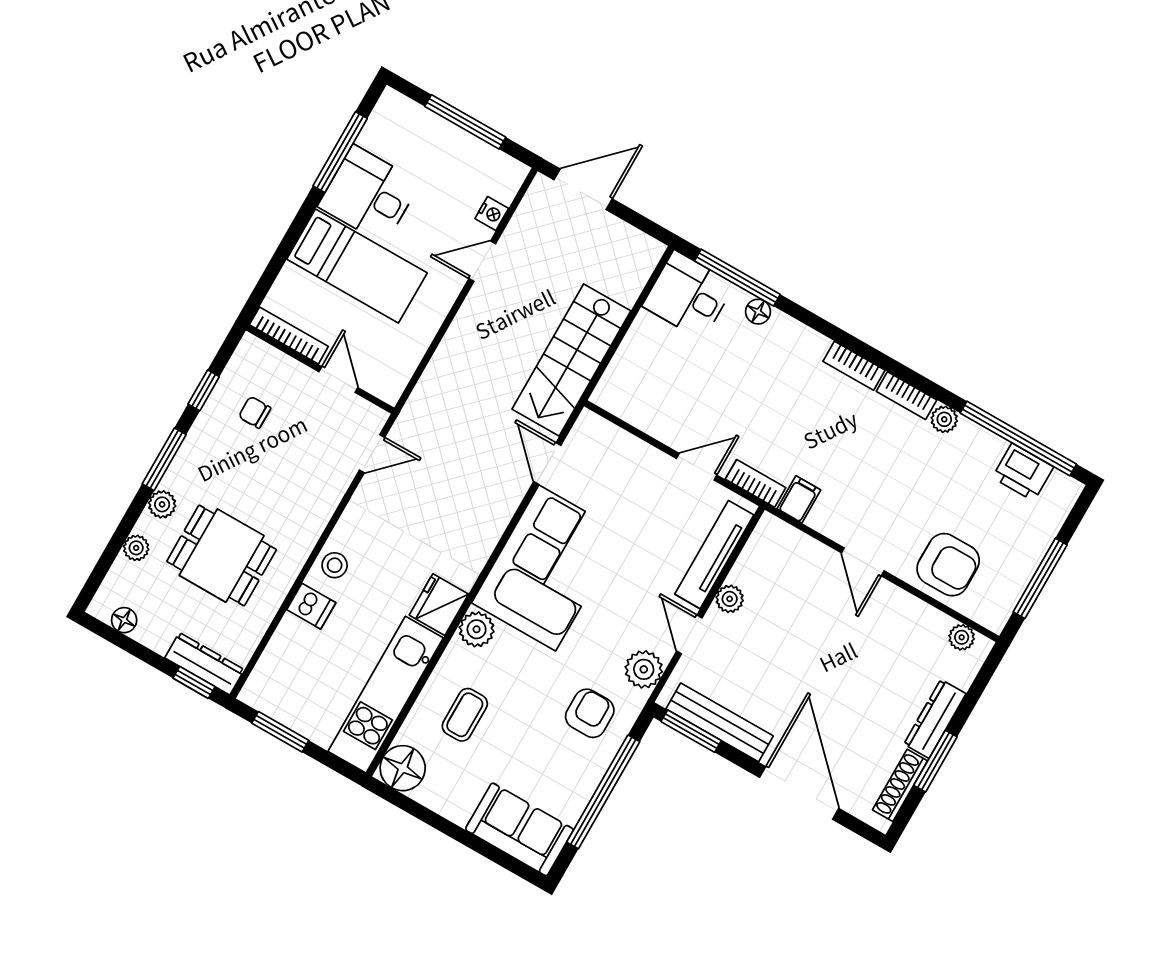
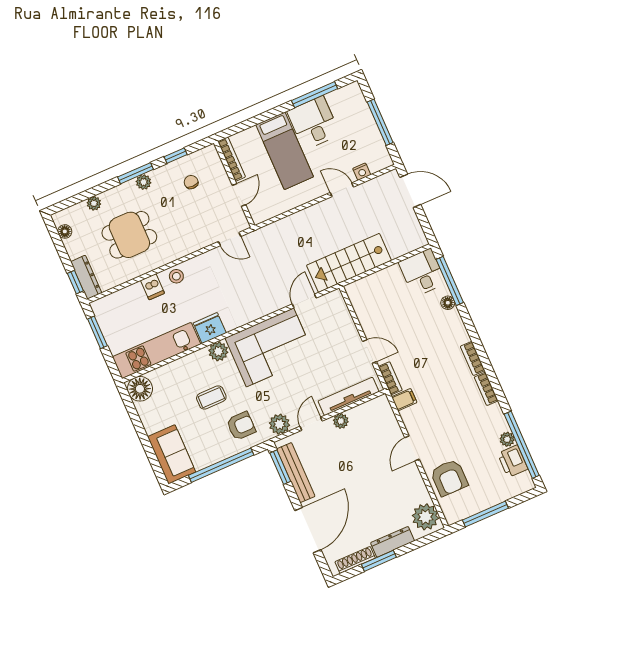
plant: (944, 419) -> (507, 439), moved
plant: (162, 504) -> (144, 182), moved
dining table: (222, 556) -> (129, 235), turned 90
plant: (962, 637) -> (425, 517), width x1.87, depth x1.87
coffee table: (465, 715) -> (211, 398), moved

